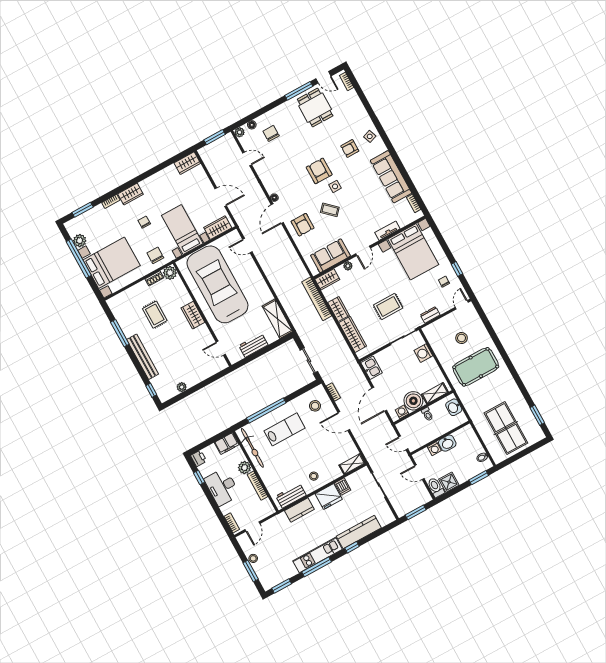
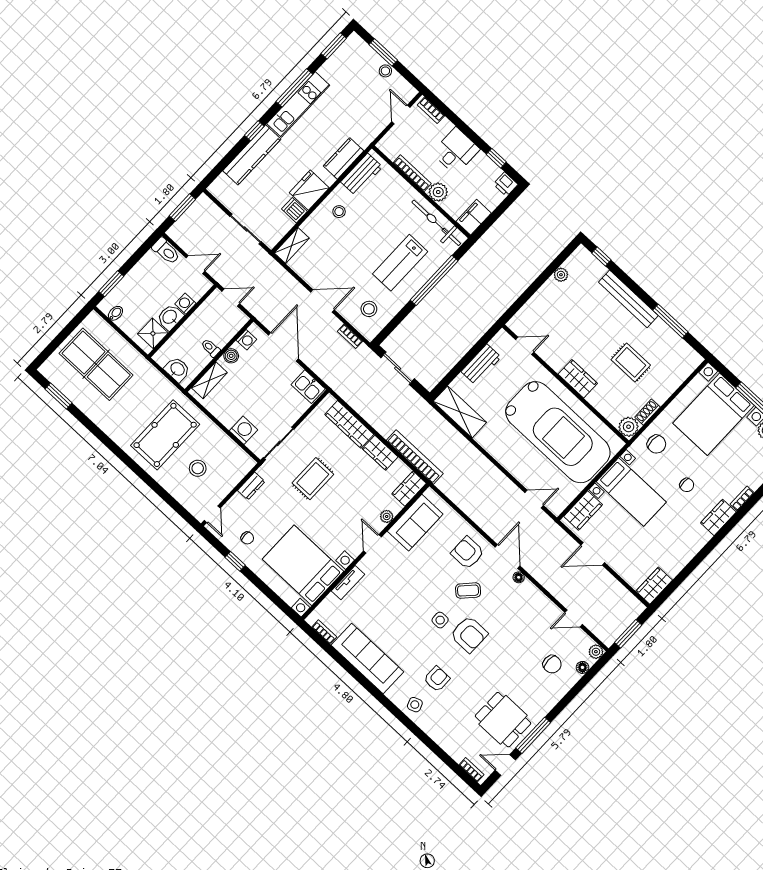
coffee table: (330, 210) -> (468, 591), moved
boiler: (413, 401) -> (231, 356), width x0.54, depth x0.54
shower: (449, 482) -> (153, 333), moved
desk: (222, 487) -> (456, 151), width x0.73

